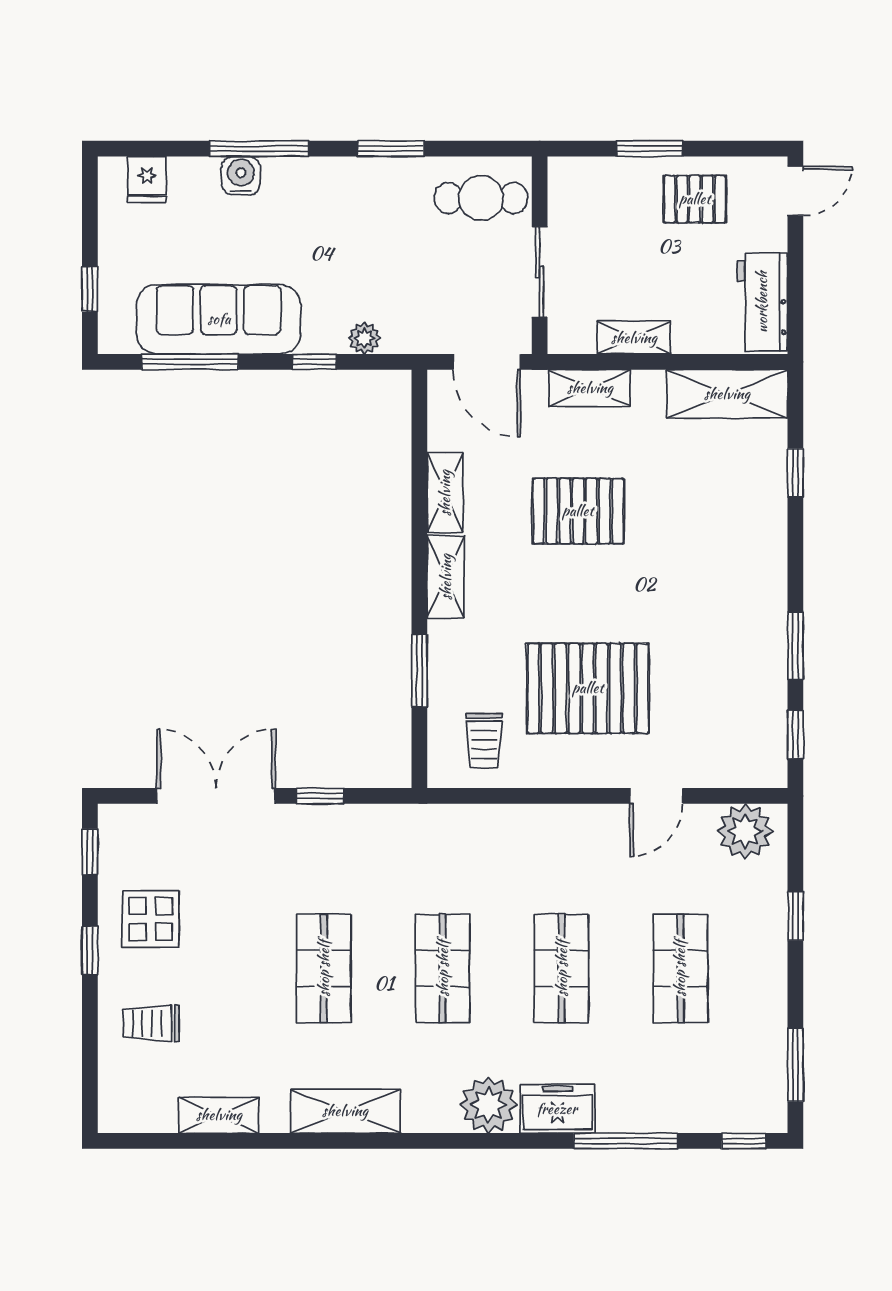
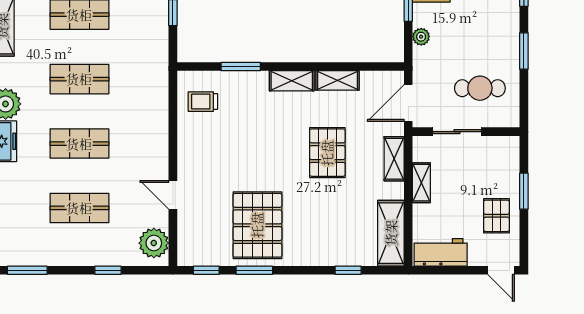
cafe table: (481, 198) -> (480, 88), moved, turned 90
pallet: (588, 688) -> (257, 225), moved

